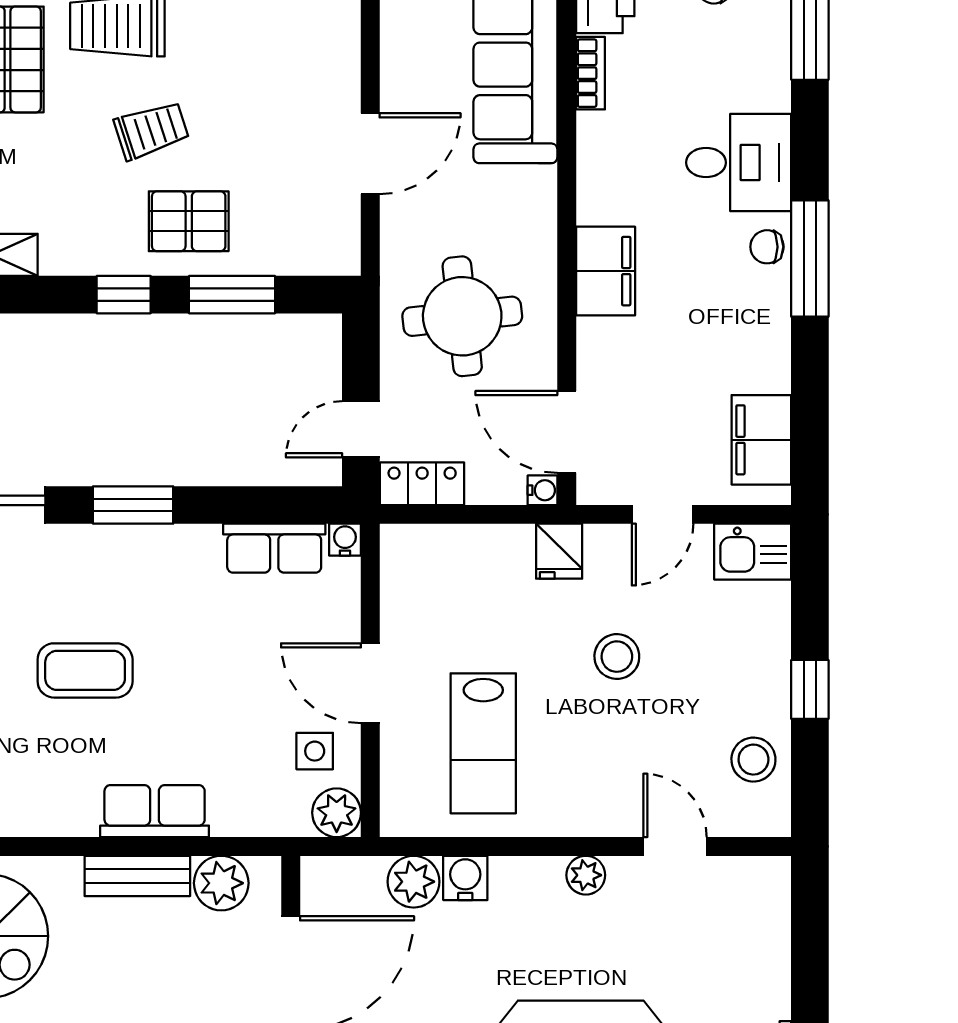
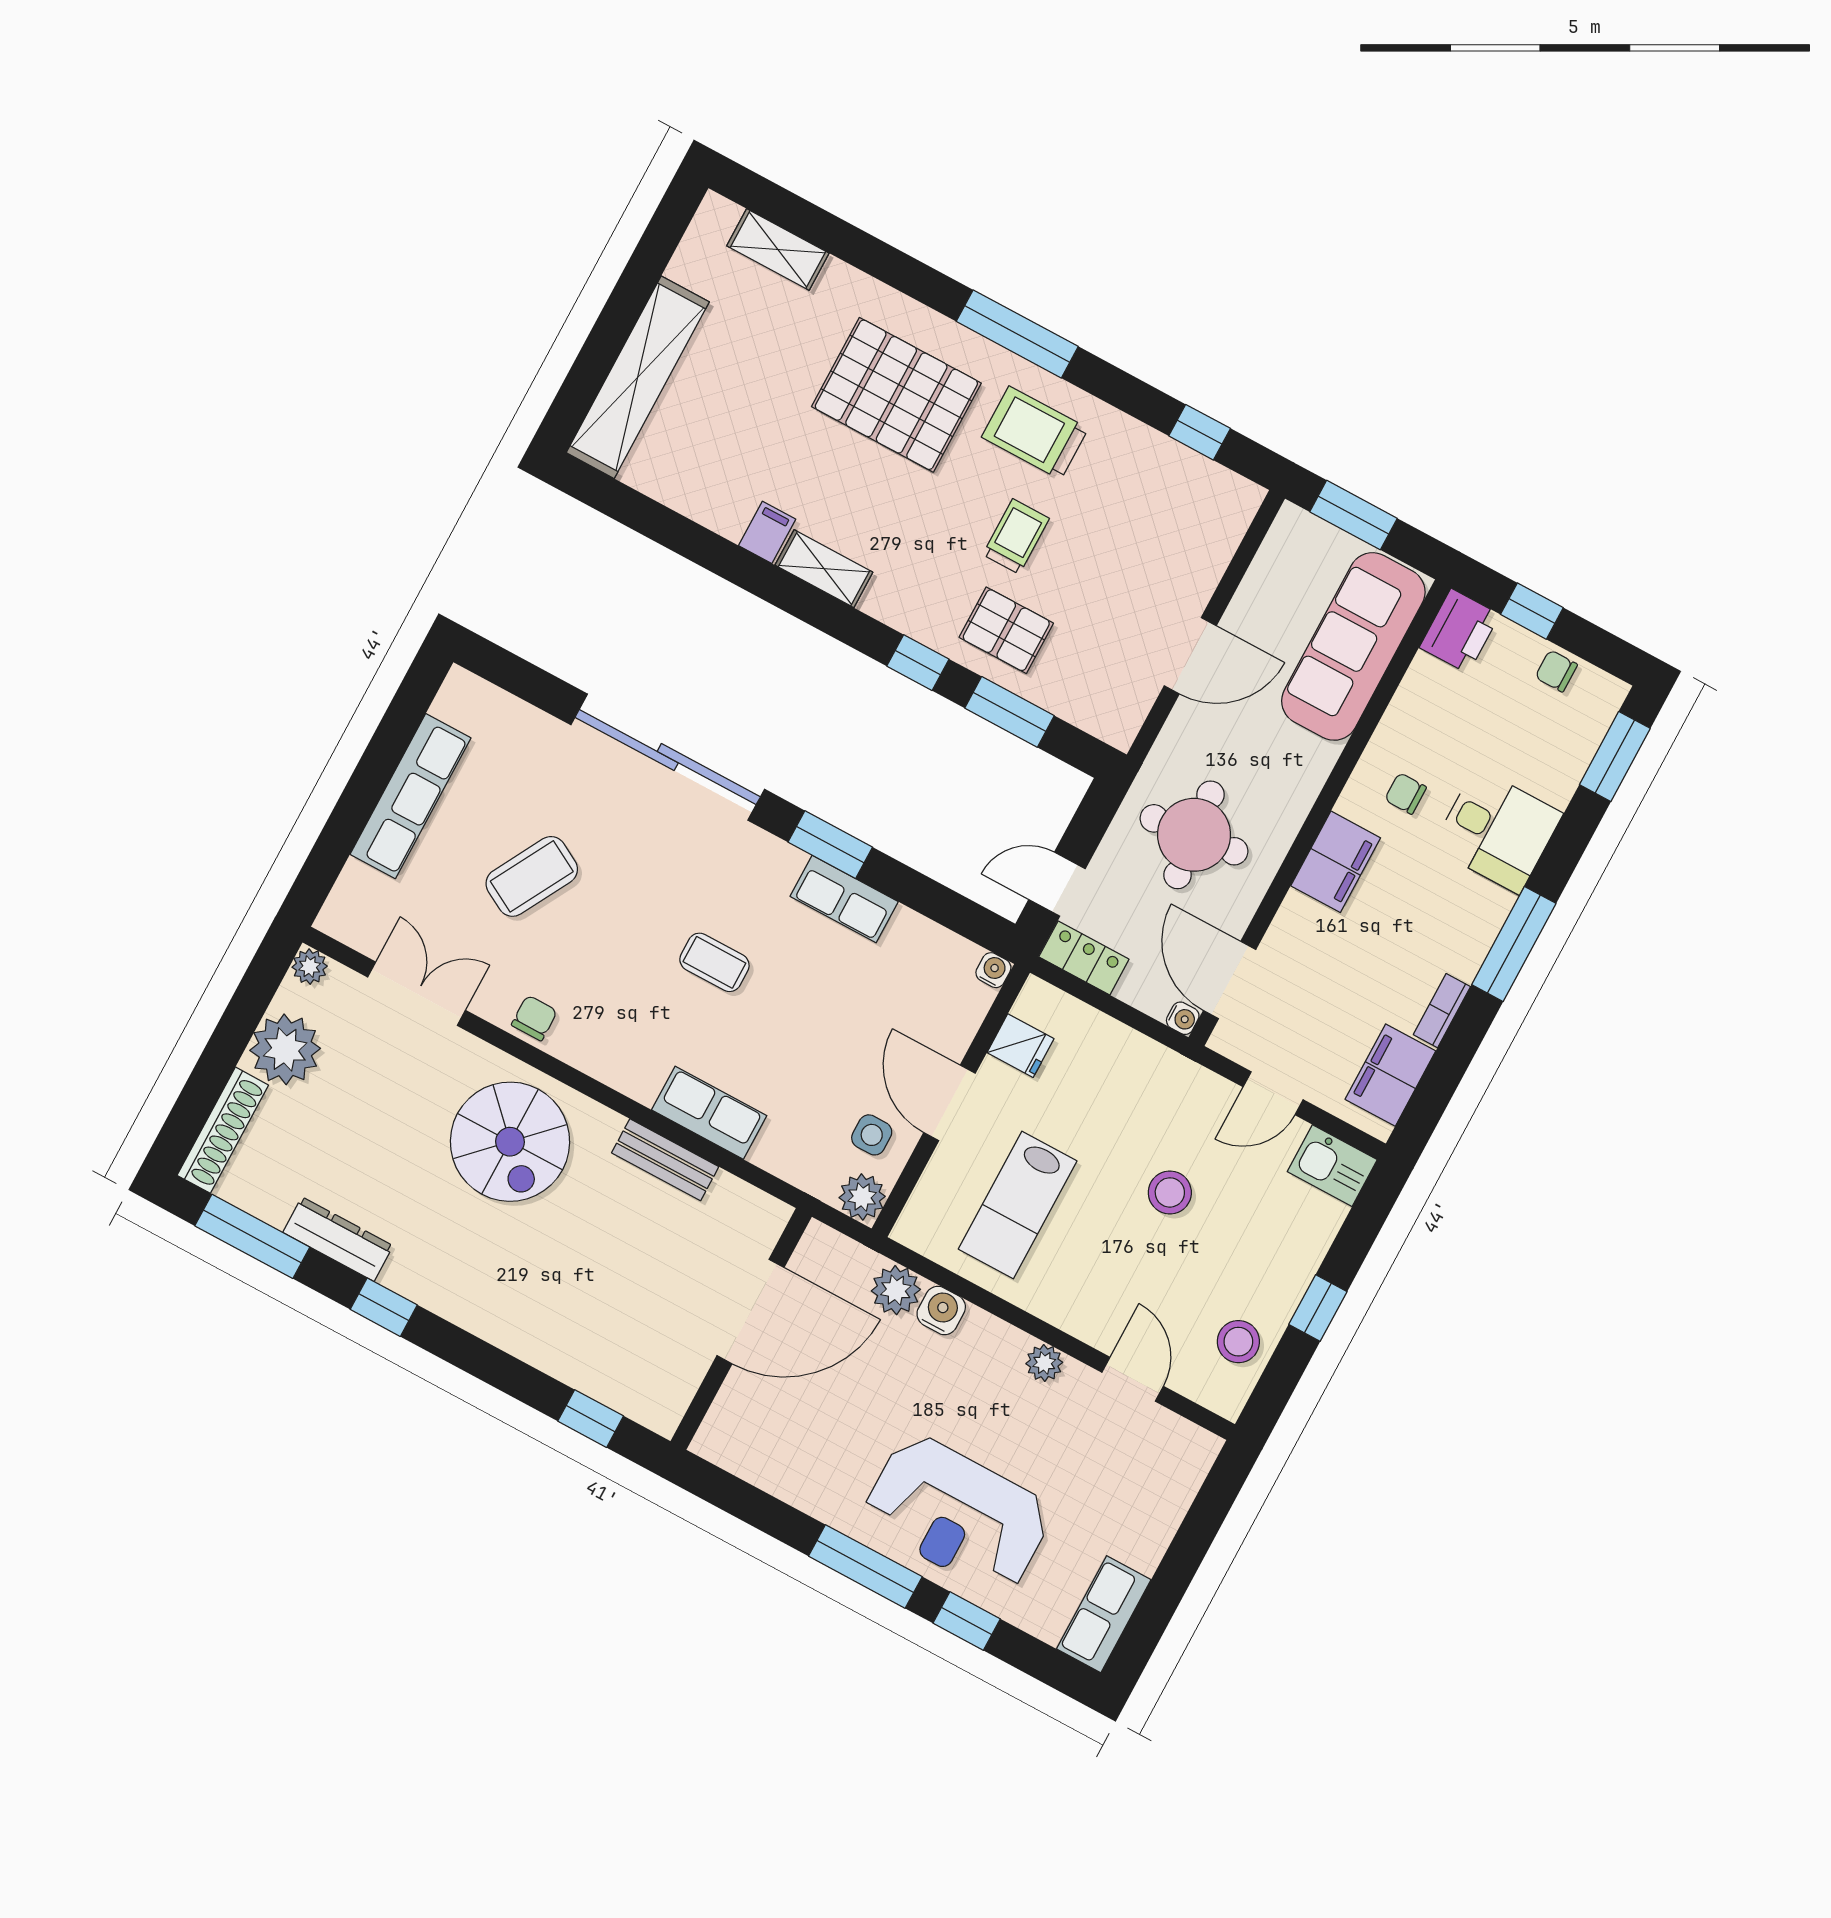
bookcase: (591, 73) -> (1442, 1011), moved, turned 180
trolley: (151, 130) -> (1016, 536), turned -72
chair: (767, 247) -> (1406, 793), moved
row of seats: (274, 548) -> (844, 899), moved
fridge: (559, 551) -> (1020, 1046), moved, turned -90
coffee table: (85, 670) -> (714, 962), width x0.73, depth x0.77
plant: (221, 883) -> (733, 1204), removed

